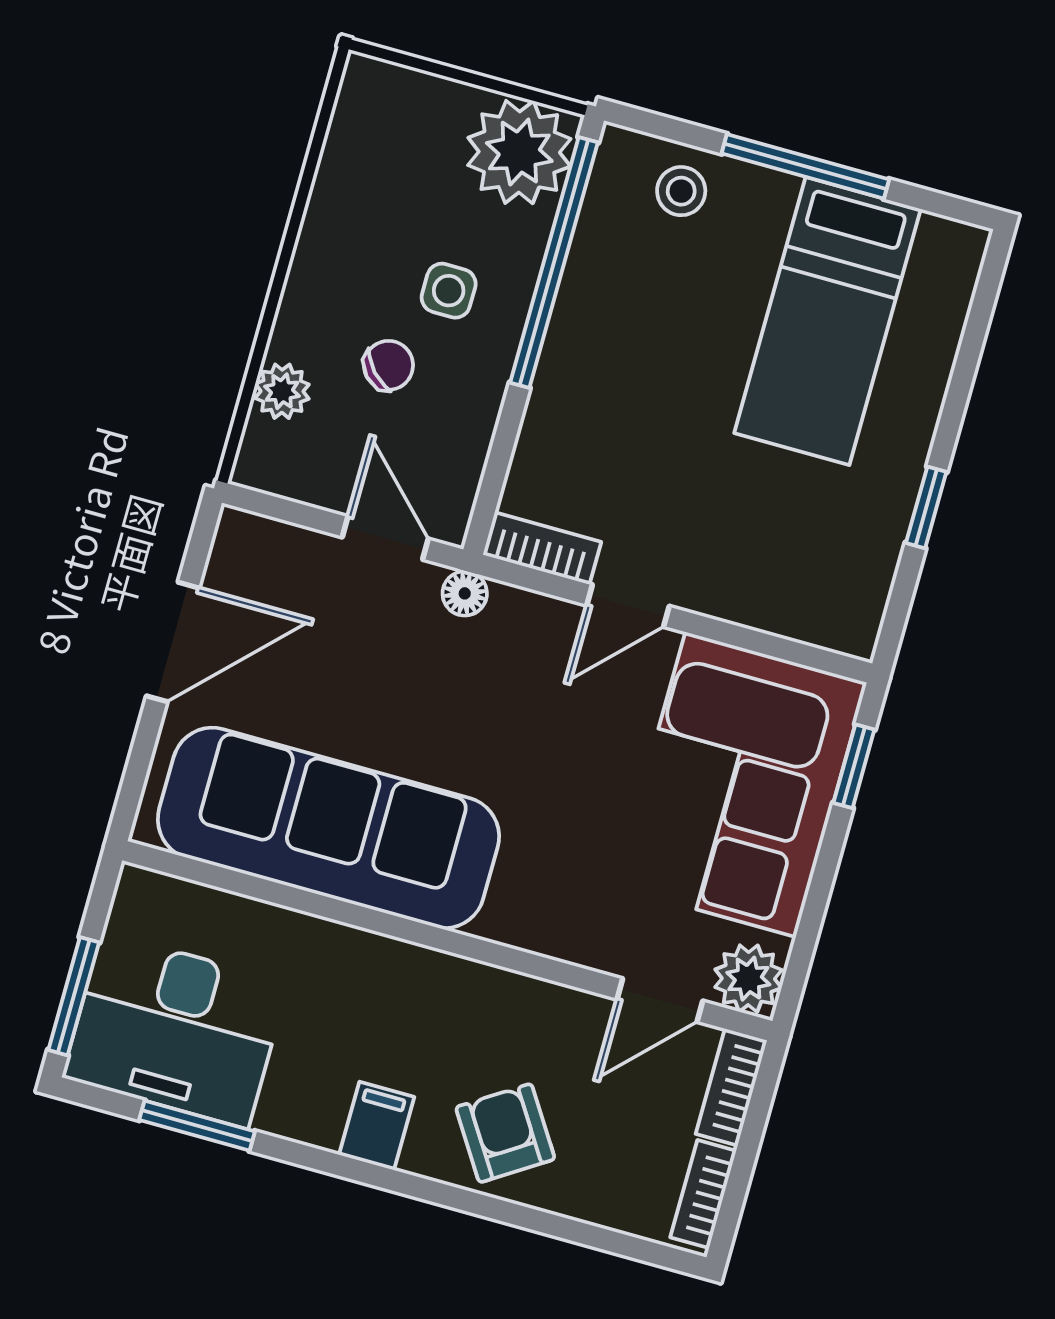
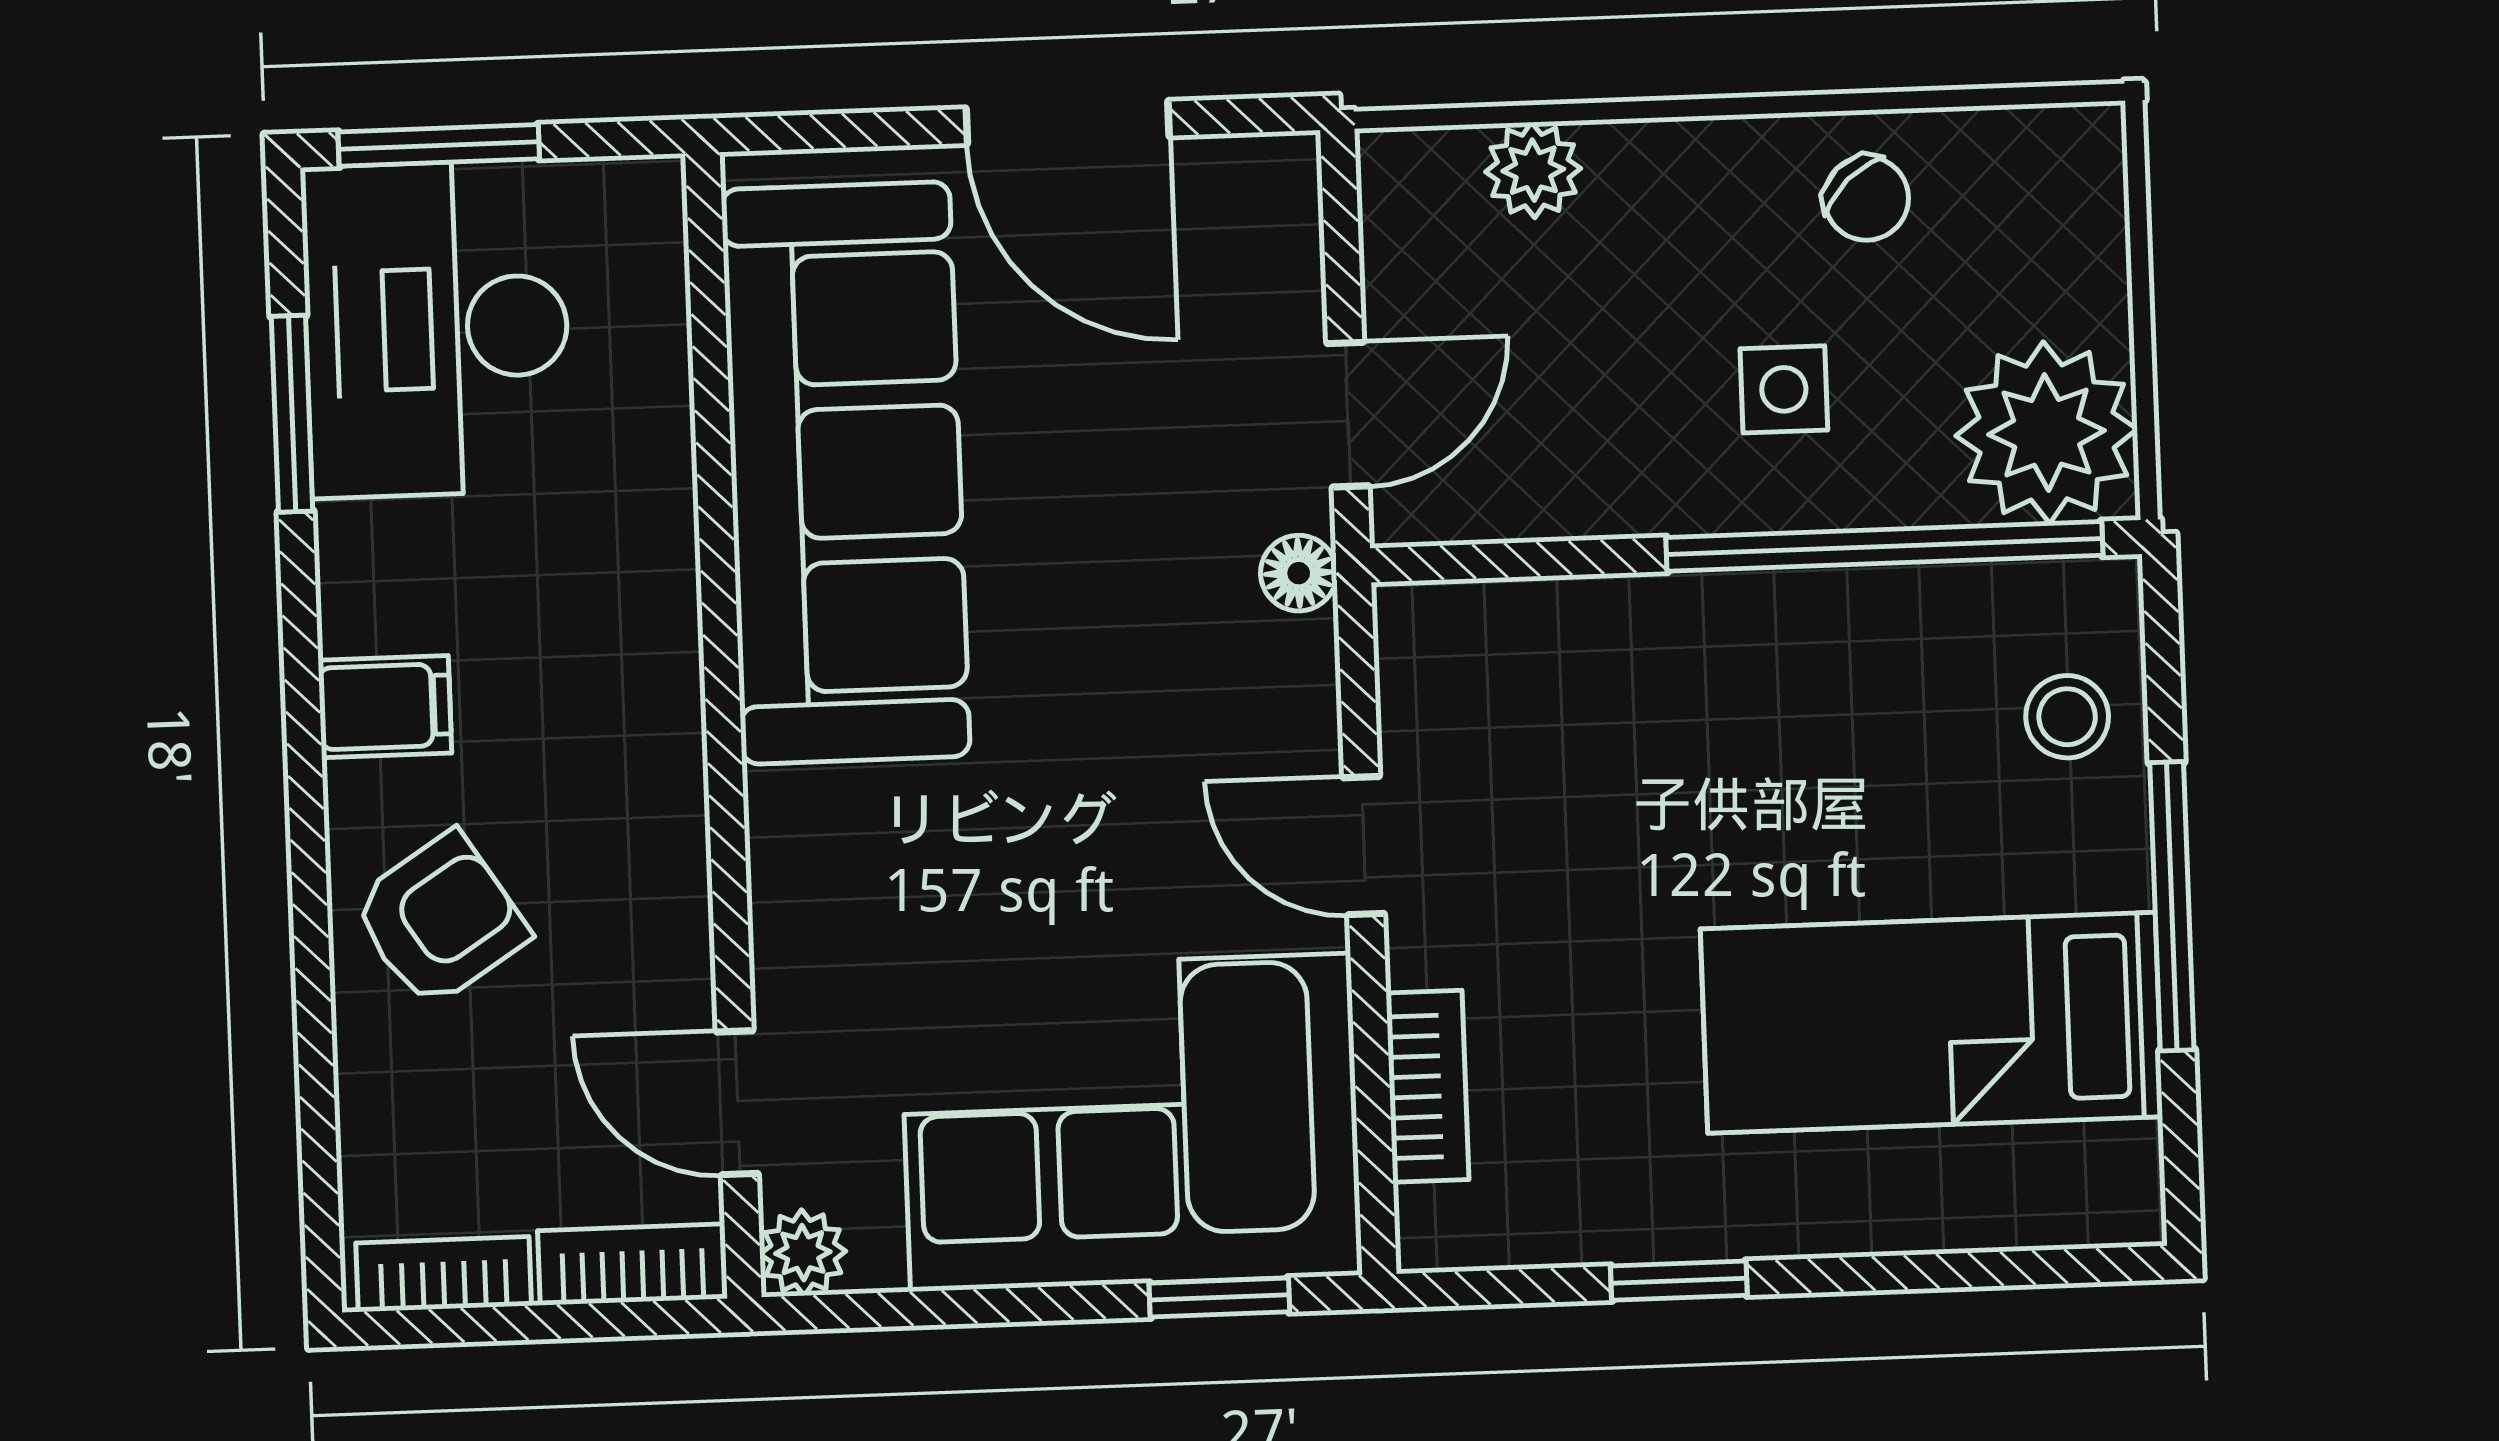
chair: (389, 365) -> (1866, 198), moved
bookcase: (542, 548) -> (1427, 1086), moved
plant: (748, 979) -> (803, 1253), width x0.73, depth x0.73

